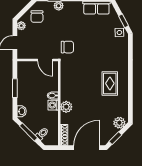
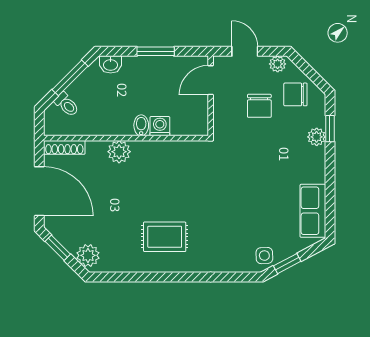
chair: (67, 47) -> (259, 106), moved
door: (45, 60) -> (211, 80), moved
washing machine: (53, 105) -> (160, 126), moved

